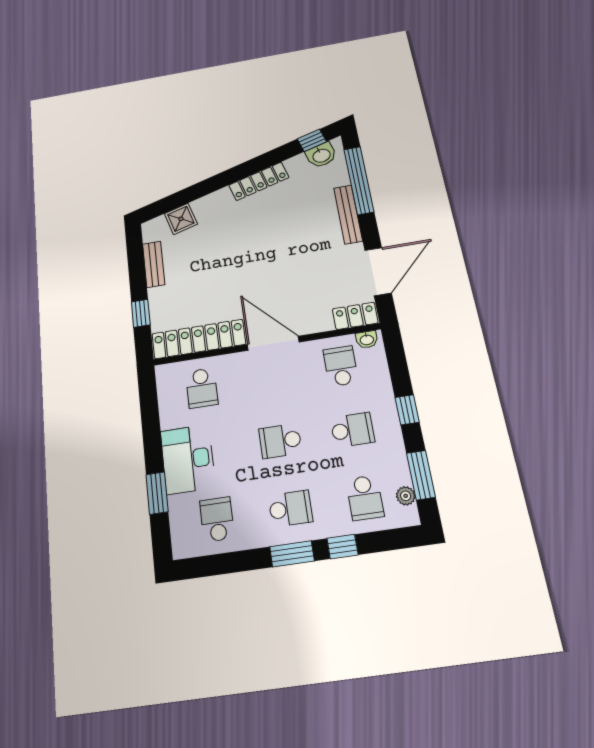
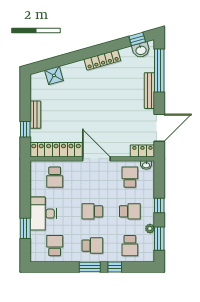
bench: (154, 264) -> (35, 115), moved
plant: (406, 496) -> (150, 229), moved

